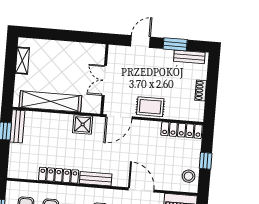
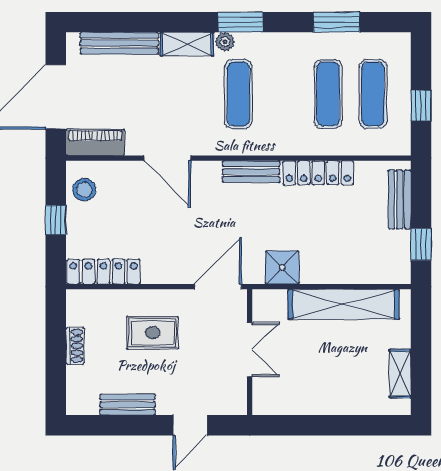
window: (175, 44) -> (127, 425), removed
bench: (189, 57) -> (128, 405), moved
rug: (150, 107) -> (153, 333), moved
bench: (17, 126) -> (400, 199), moved

